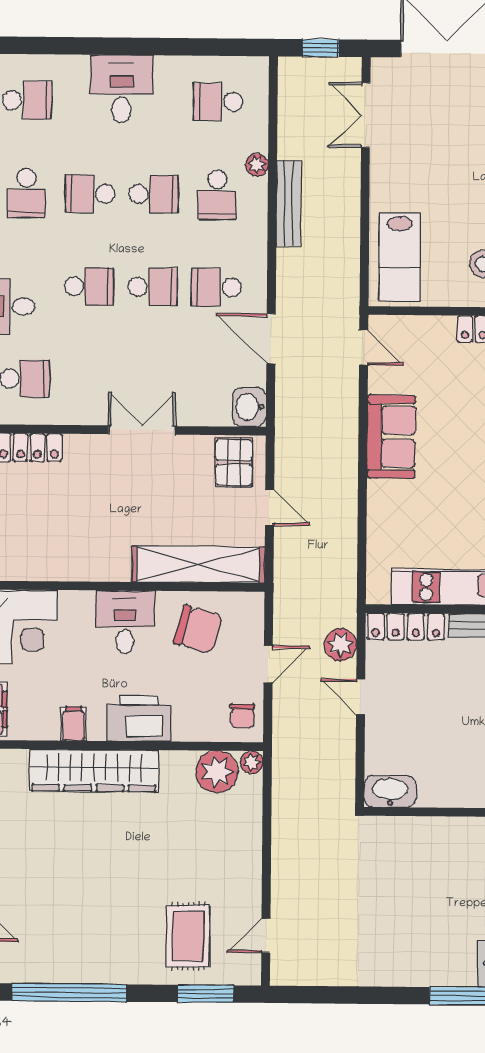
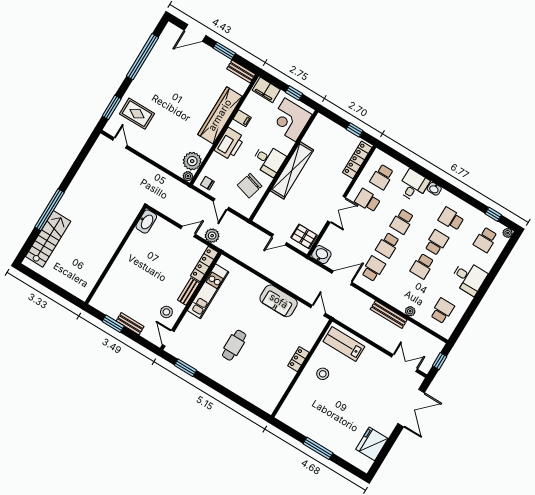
school desk: (217, 195) -> (368, 201), moved
door: (364, 347) -> (318, 310), swing flipped
shelving: (198, 564) -> (292, 170), moved

